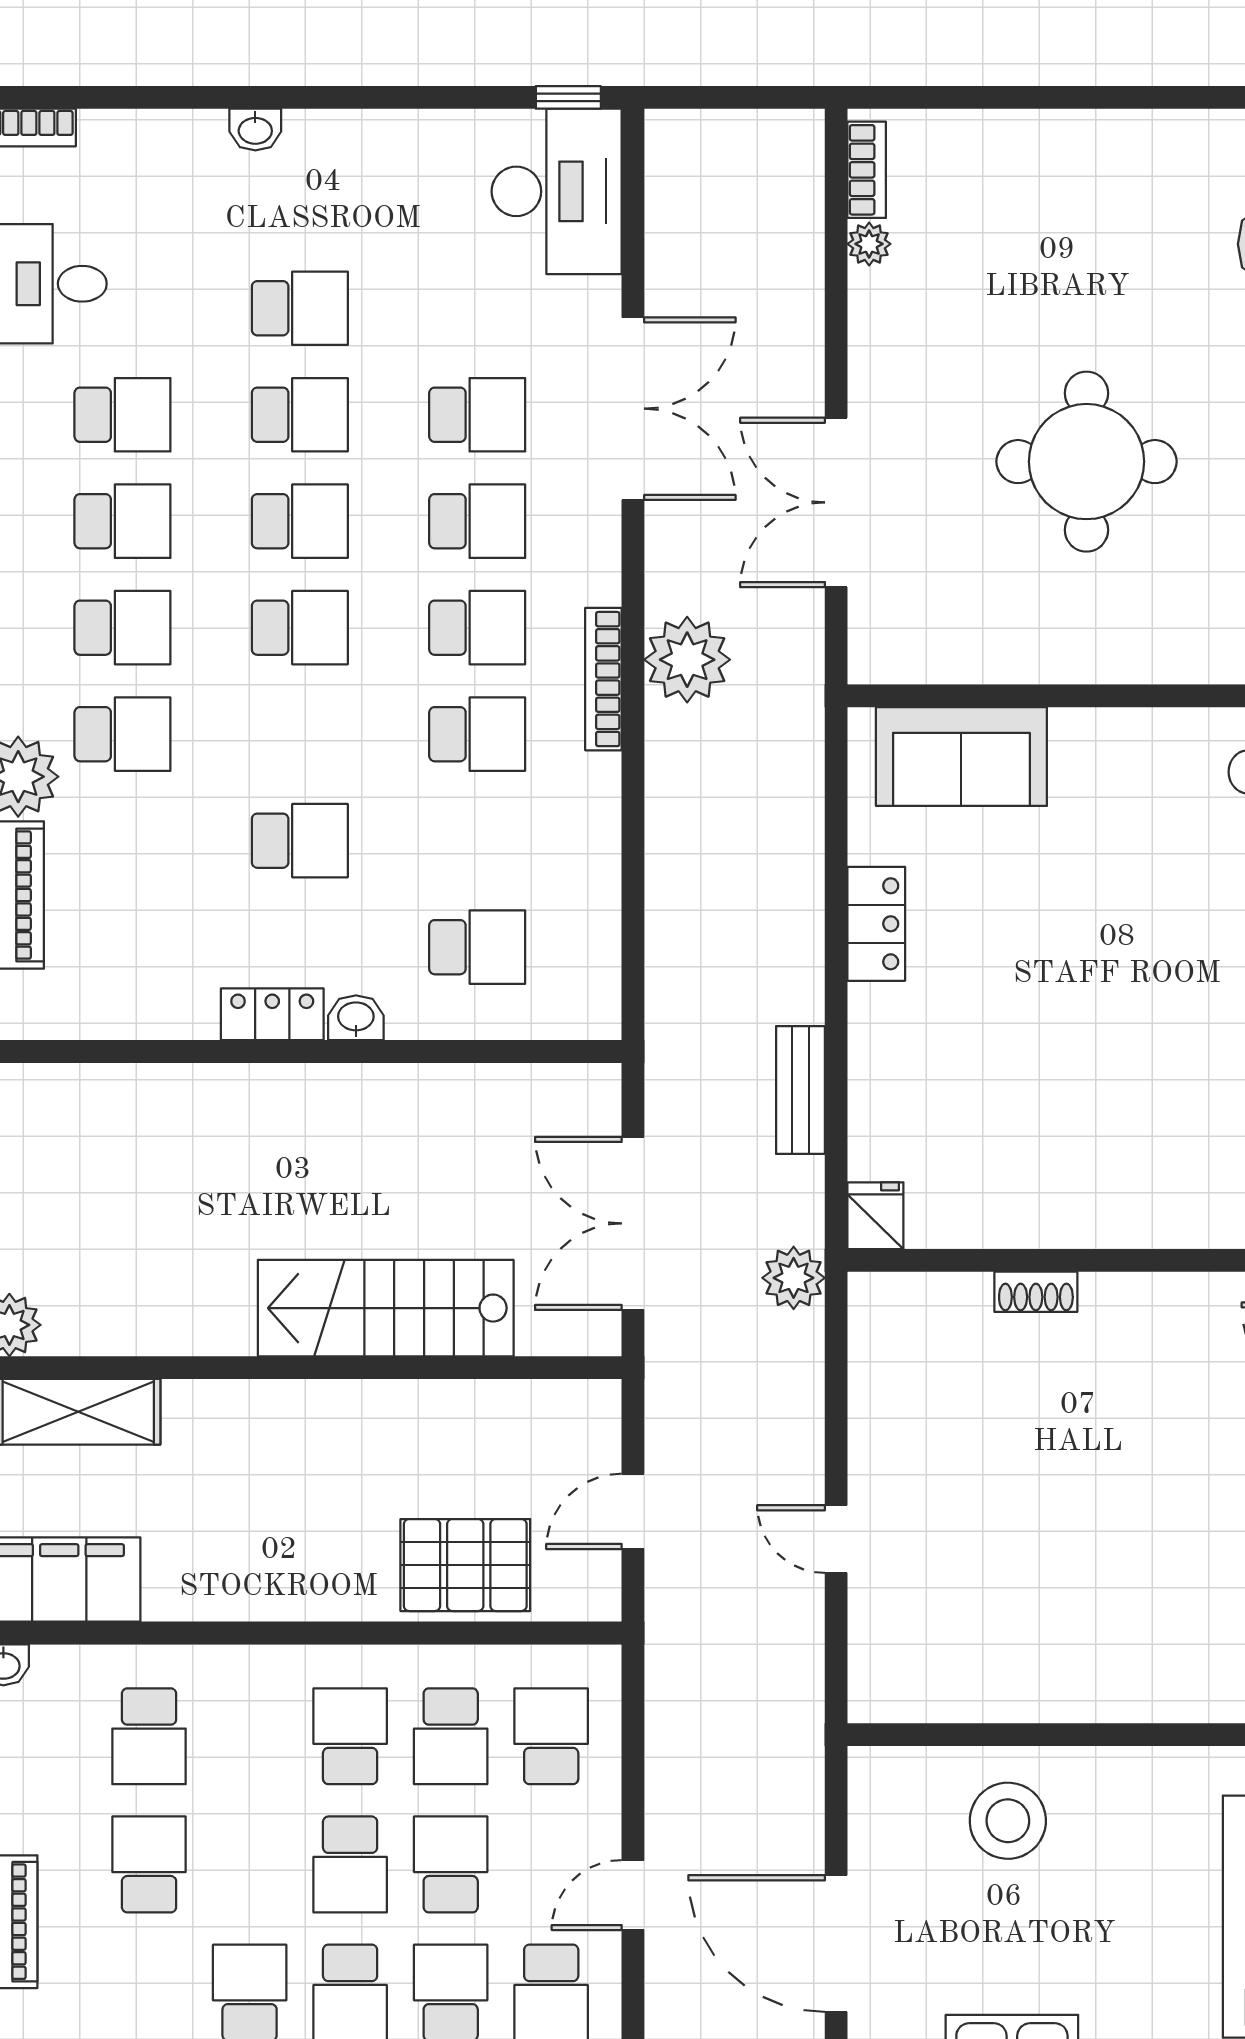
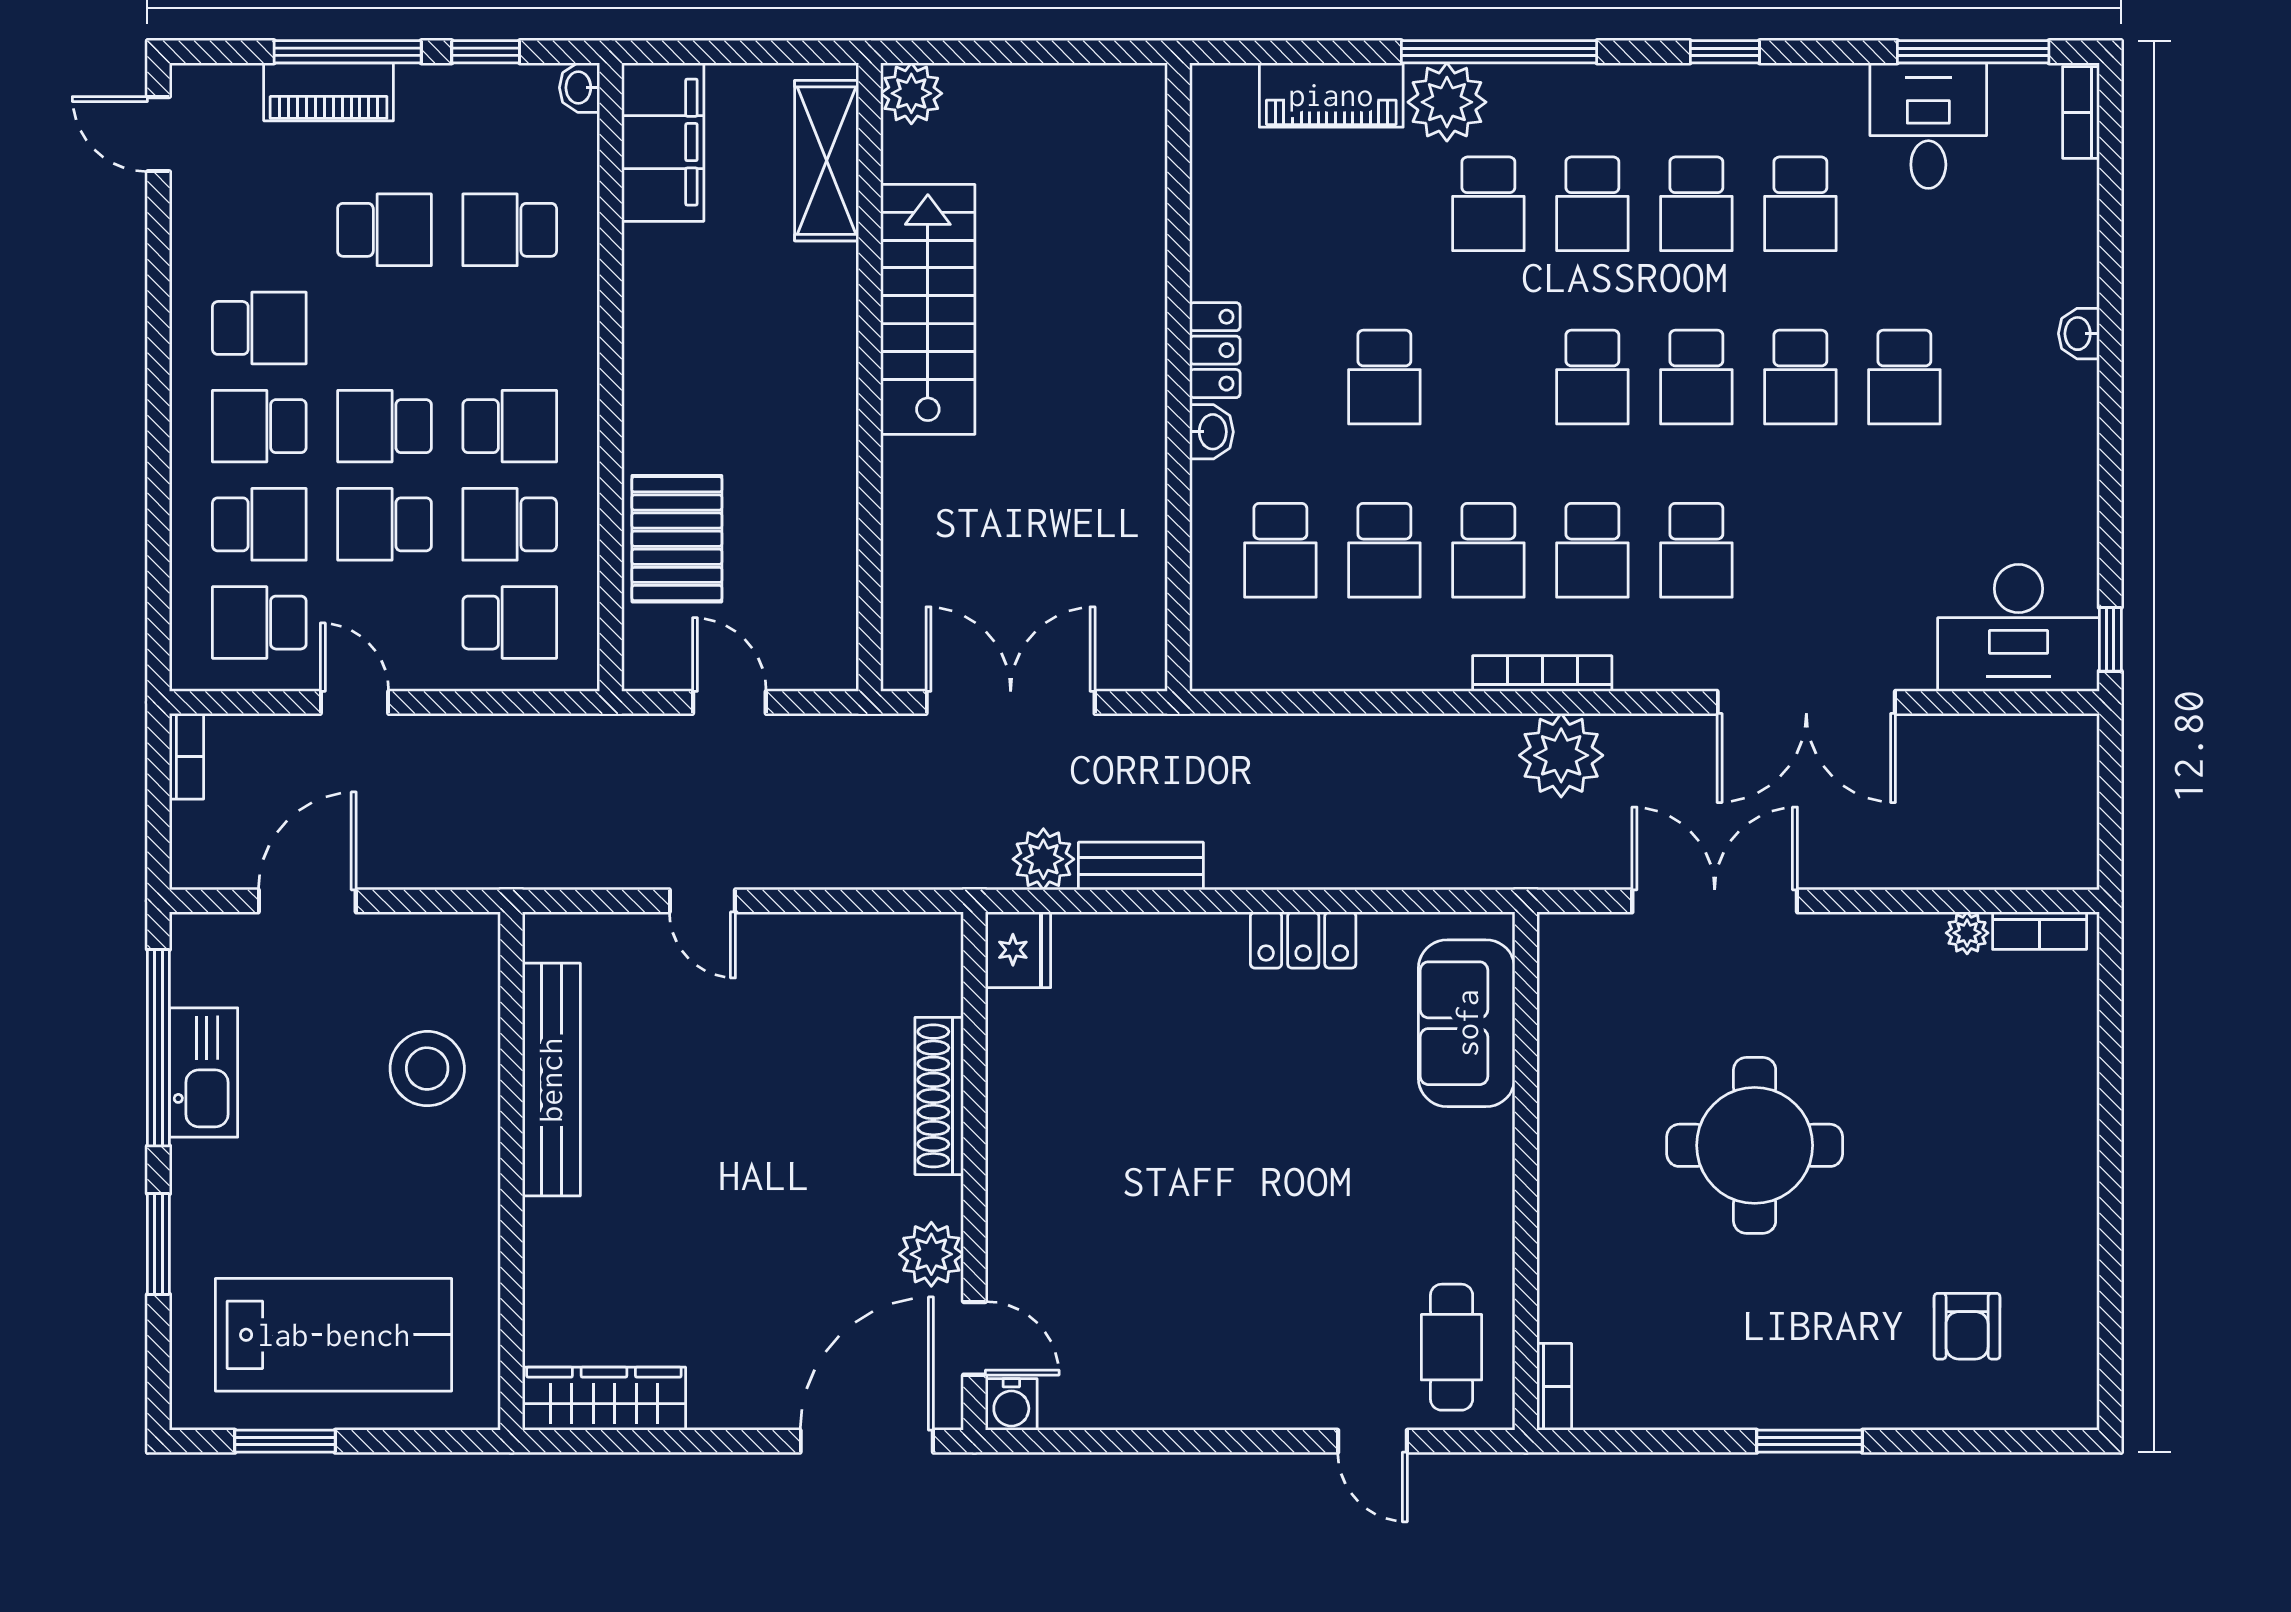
school desk: (477, 415) -> (1384, 550), moved
fridge: (875, 1216) -> (1018, 950), width x1.38
plant: (794, 1278) -> (1043, 859), moved
shoe rack: (1036, 1292) -> (939, 1096), width x1.94, depth x1.24
plant: (1198, 1305) -> (931, 1254), added
stairs: (386, 1308) -> (928, 309), moved
door: (836, 1539) -> (702, 901), swing flipped
bench: (1019, 1694) -> (551, 1080), added
school desk: (451, 1864) -> (385, 524), turned 180
door: (836, 1944) -> (307, 901), width x0.73

